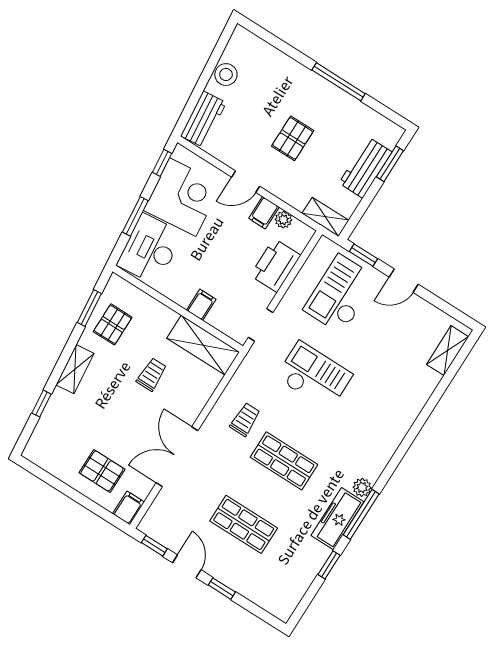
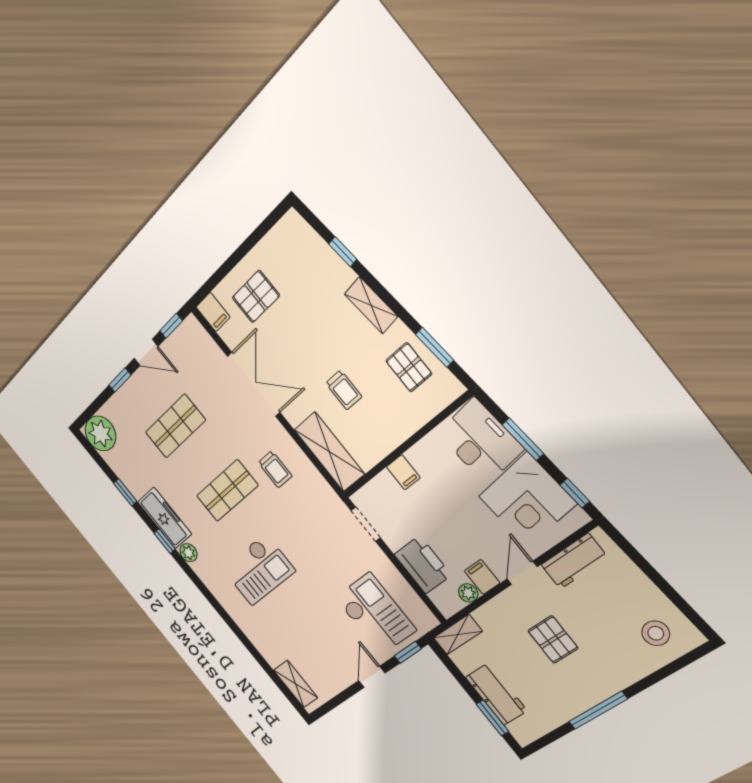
stool: (226, 75) -> (656, 633), moved
workbench: (204, 119) -> (574, 561), moved, turned -84
shelving: (203, 345) -> (329, 452), moved, turned 90
checkout: (314, 376) -> (259, 570), moved
window: (361, 514) -> (165, 541), width x0.46
plant: (281, 601) -> (100, 433), added

